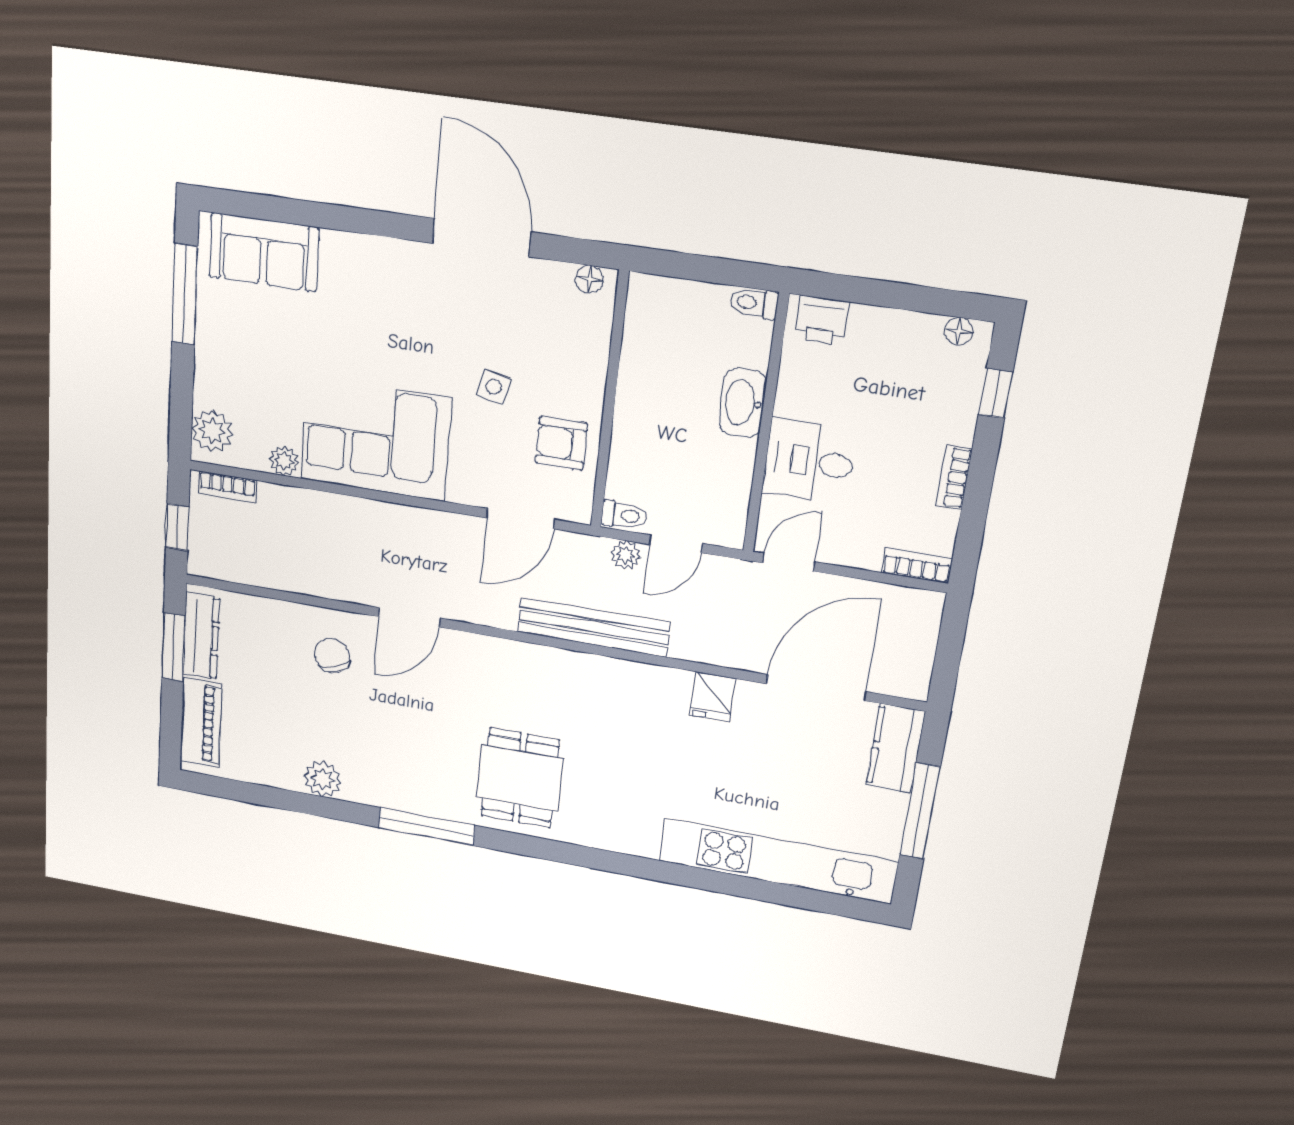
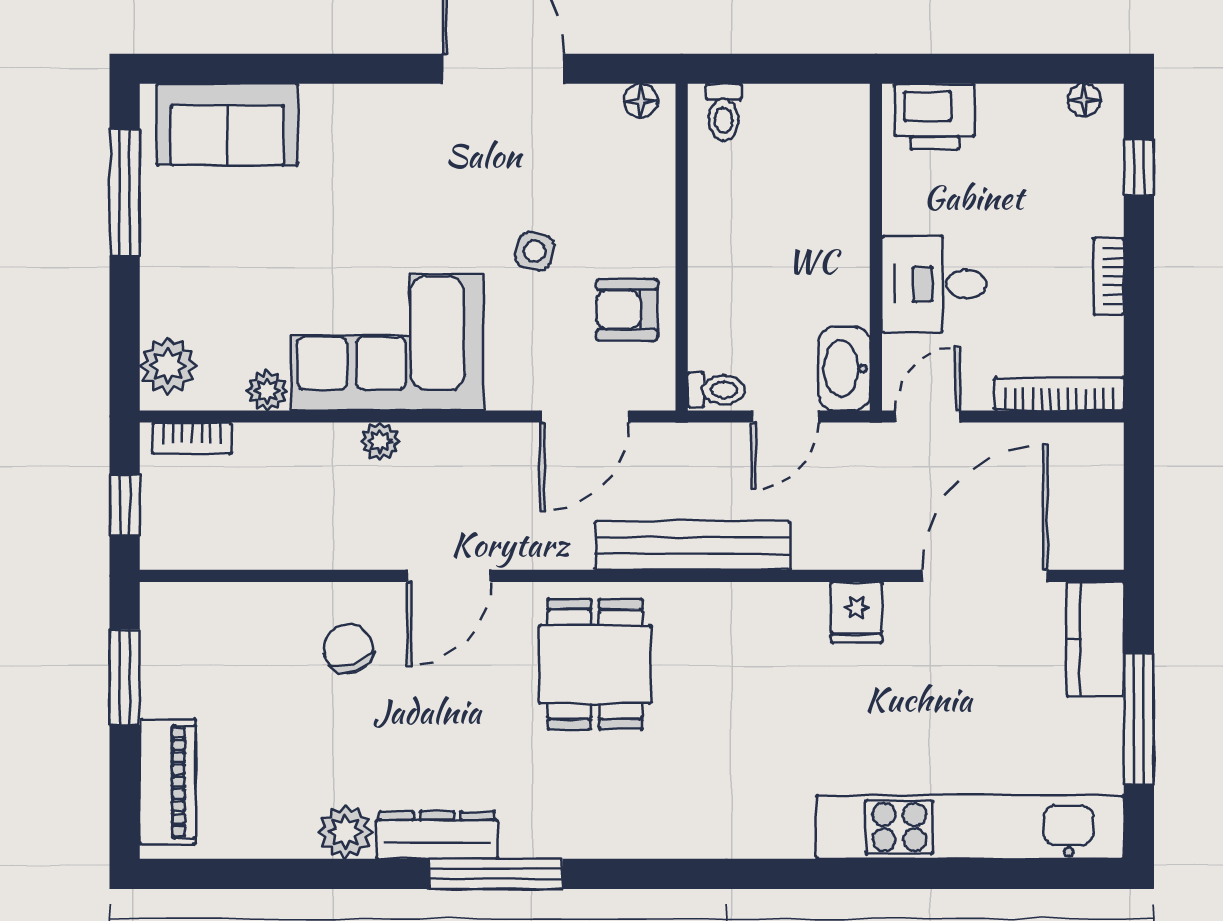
toilet: (754, 303) -> (724, 112), moved, turned -90
printer: (821, 320) -> (935, 117), width x1.36, depth x1.24
washbasin: (743, 403) -> (844, 369), moved
plant: (626, 555) -> (380, 441), moved
bookcase: (917, 566) -> (1059, 394), width x1.56
dresser: (201, 636) -> (437, 835), moved, turned -90
dining table: (520, 778) -> (595, 664), moved

